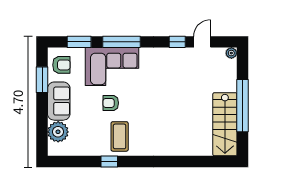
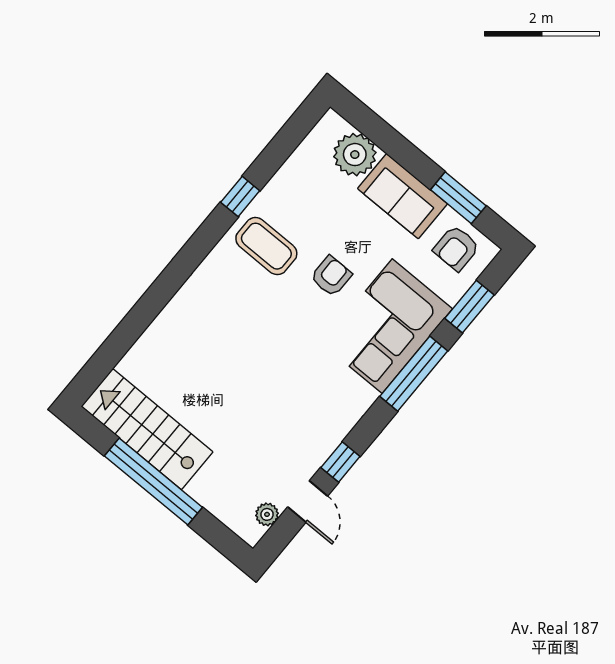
plant: (231, 53) -> (267, 514), moved

